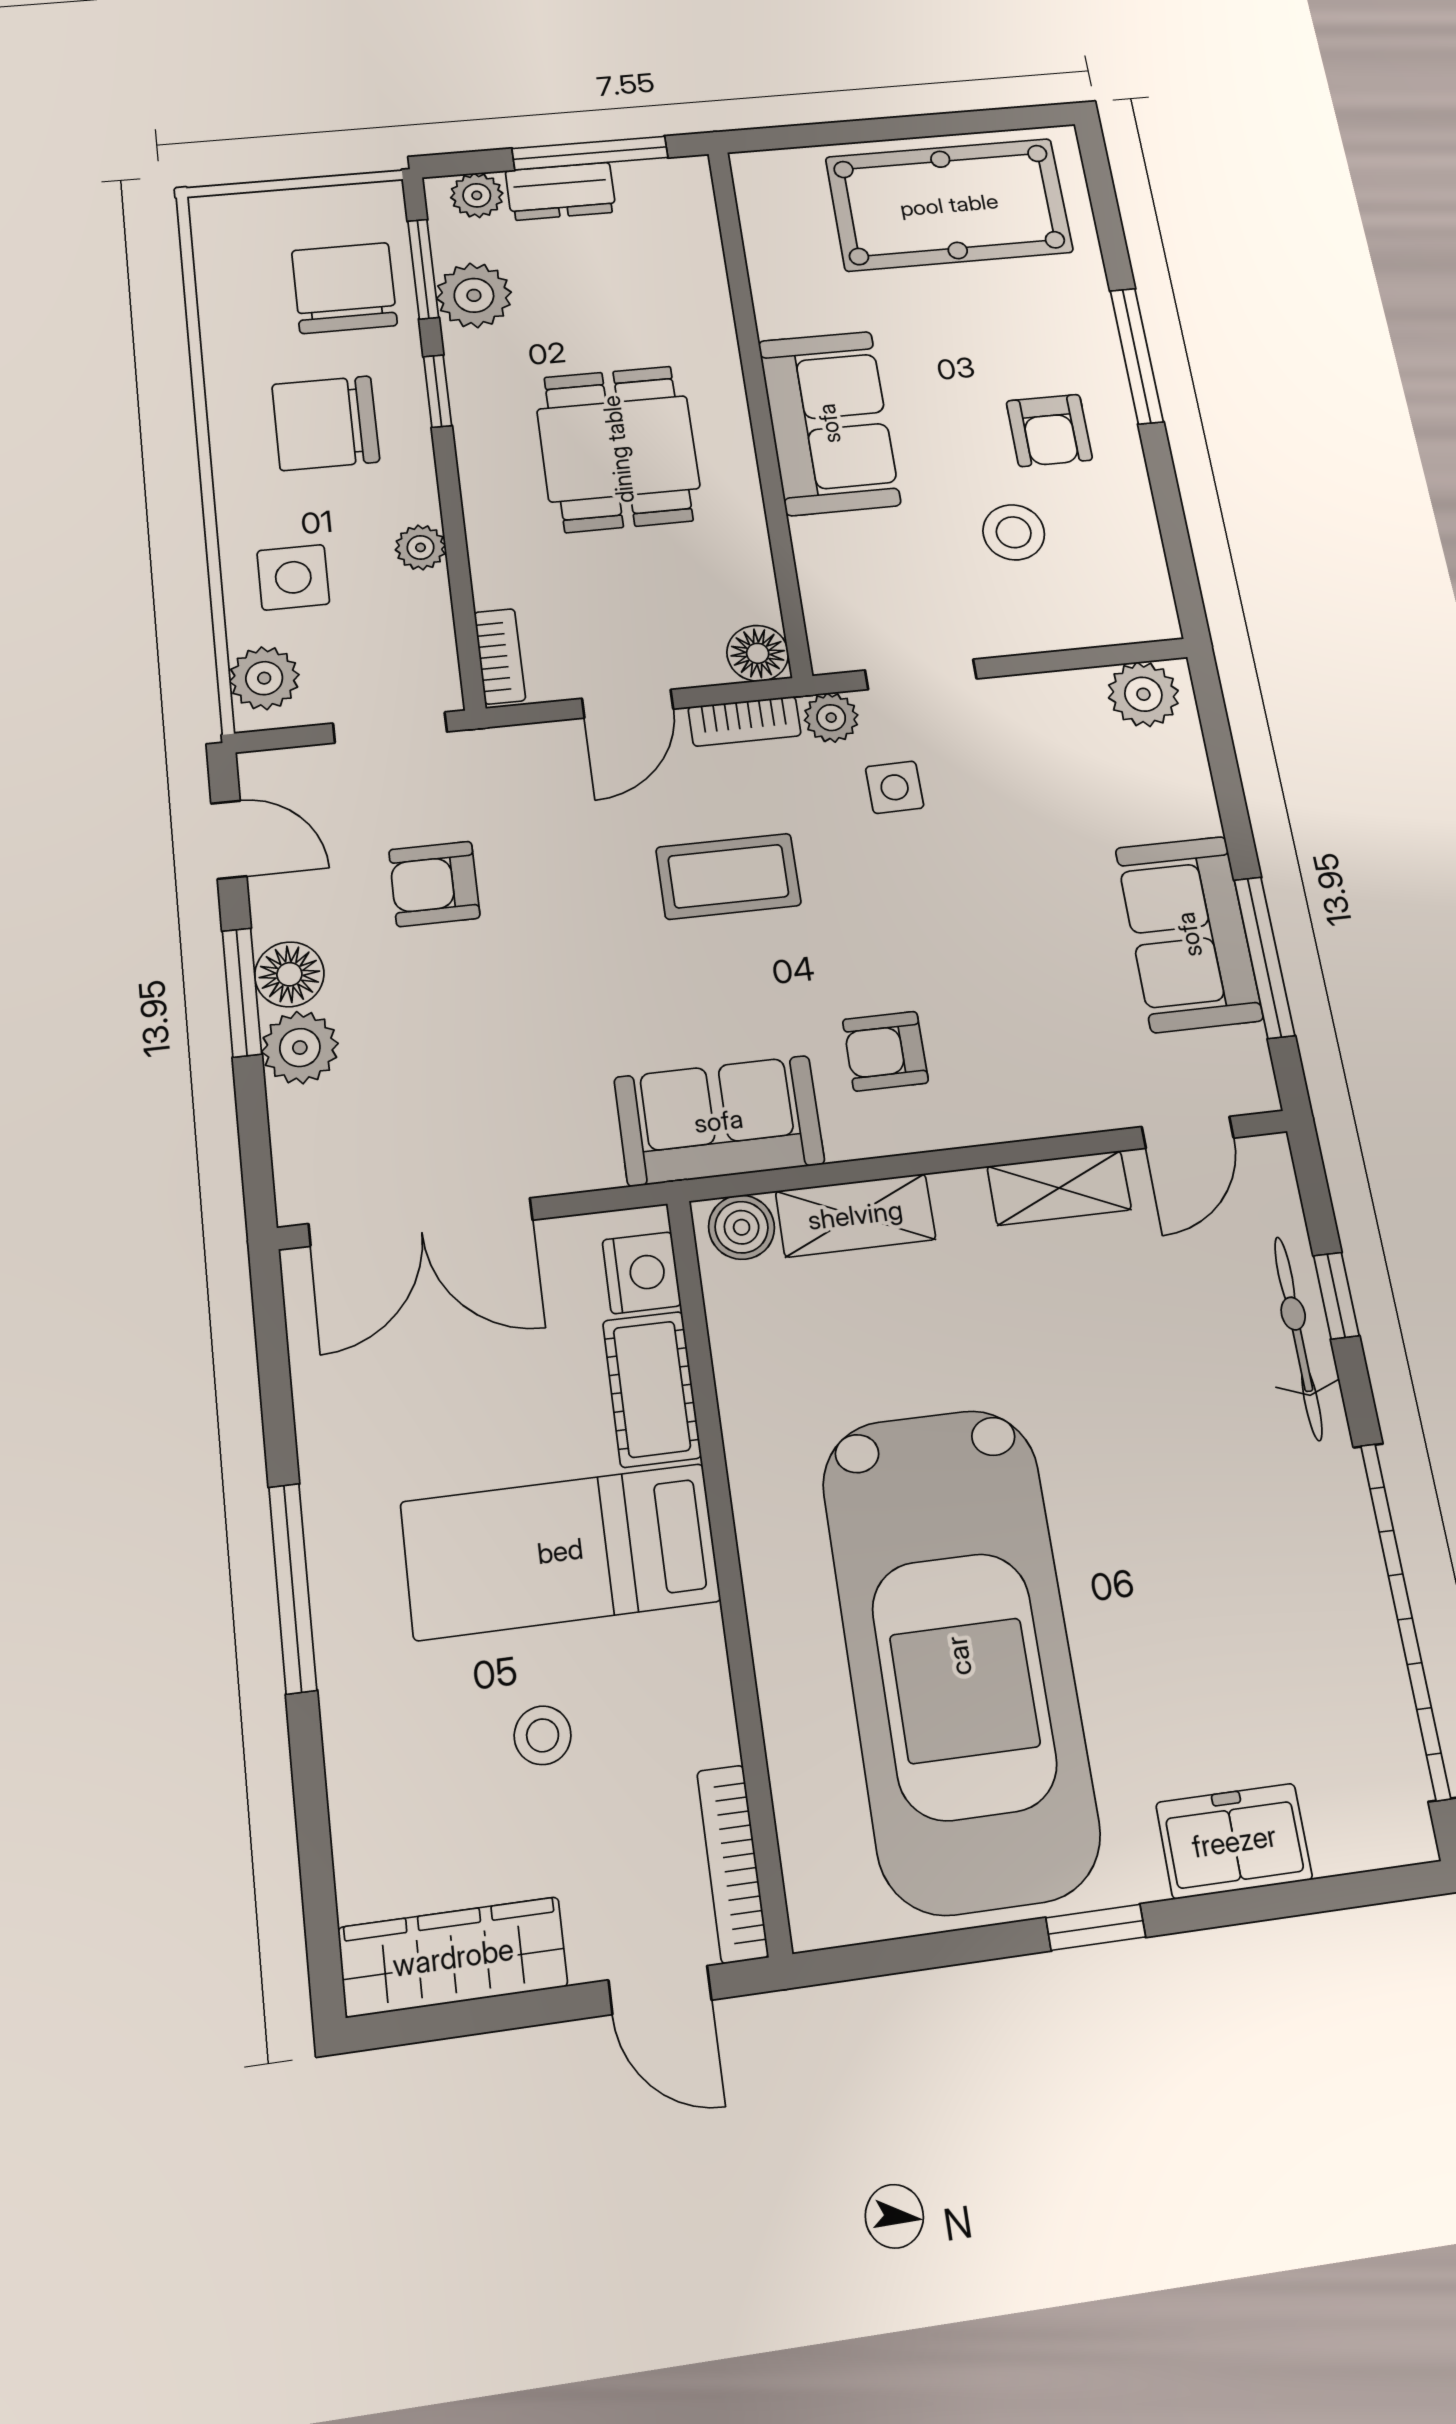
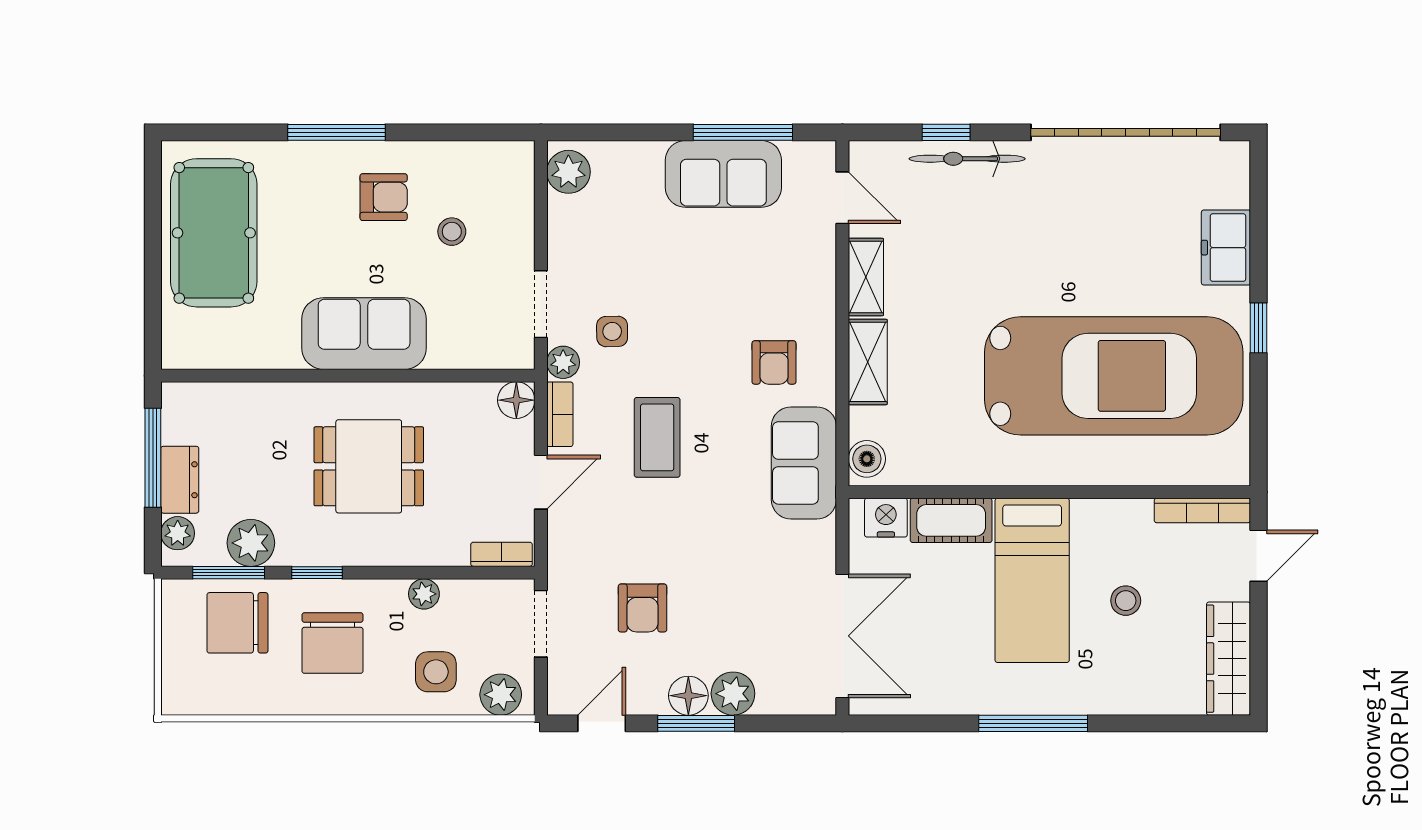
stool: (1014, 532) -> (452, 232), width x0.73, depth x0.73
door: (628, 704) -> (541, 482), hinge flipped
shelving: (855, 1215) -> (868, 362), moved

